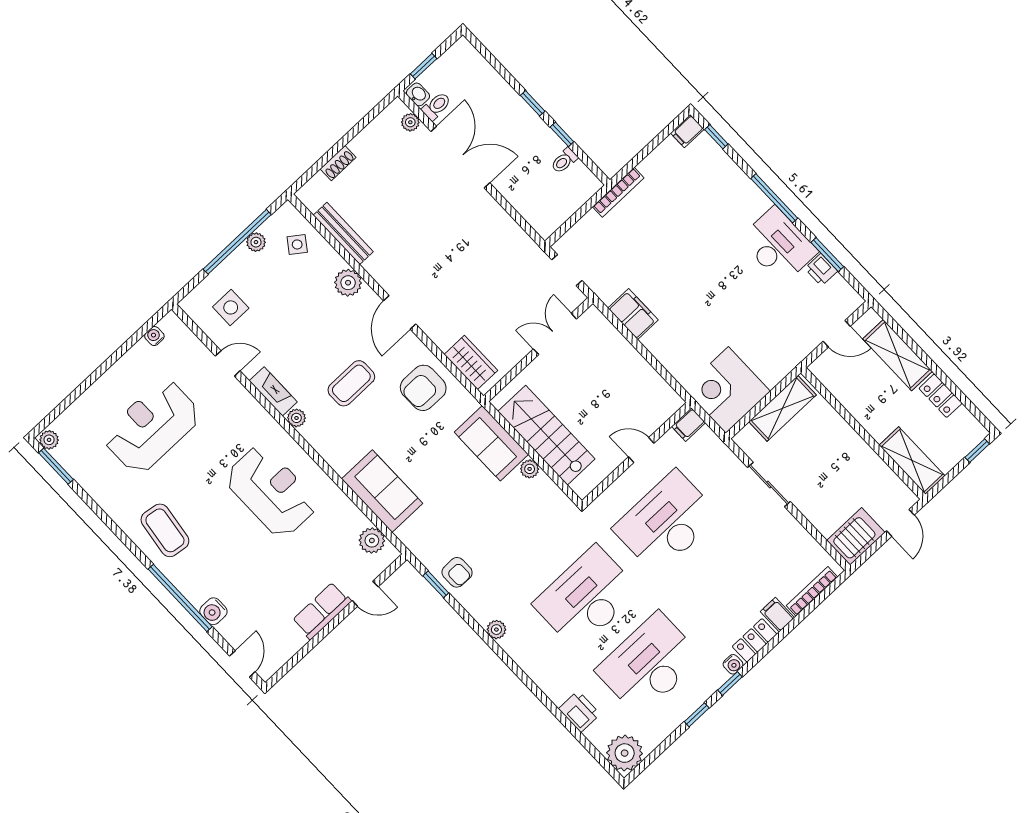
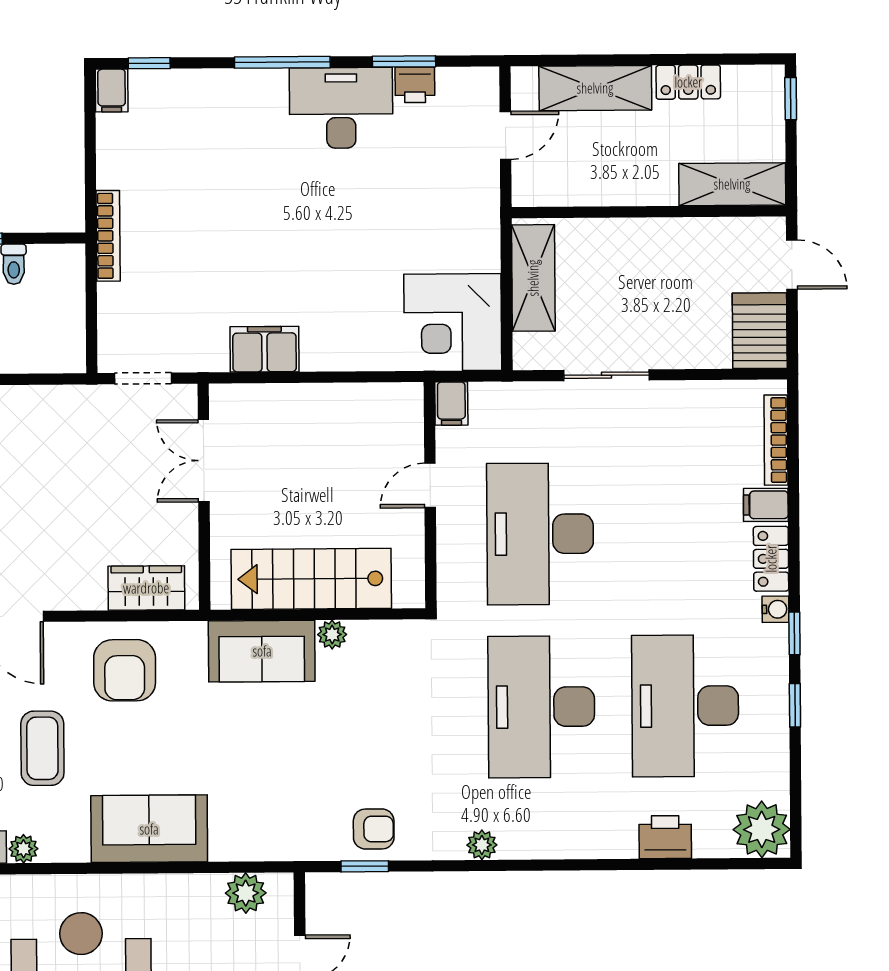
sofa: (382, 491) -> (149, 829), moved

